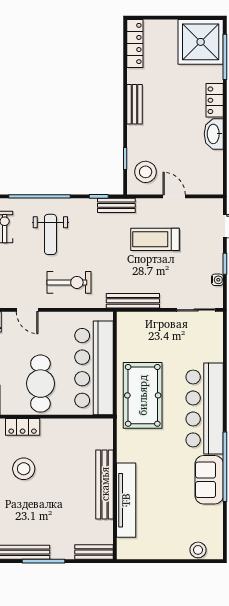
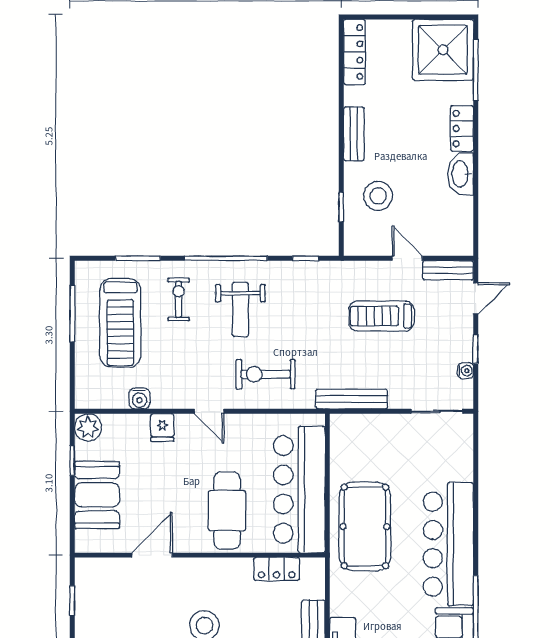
stool: (146, 172) -> (378, 196), moved
bench: (116, 205) -> (448, 270), moved
exercise bike: (69, 282) -> (265, 374), turned 180
locker: (23, 427) -> (277, 569), moved

